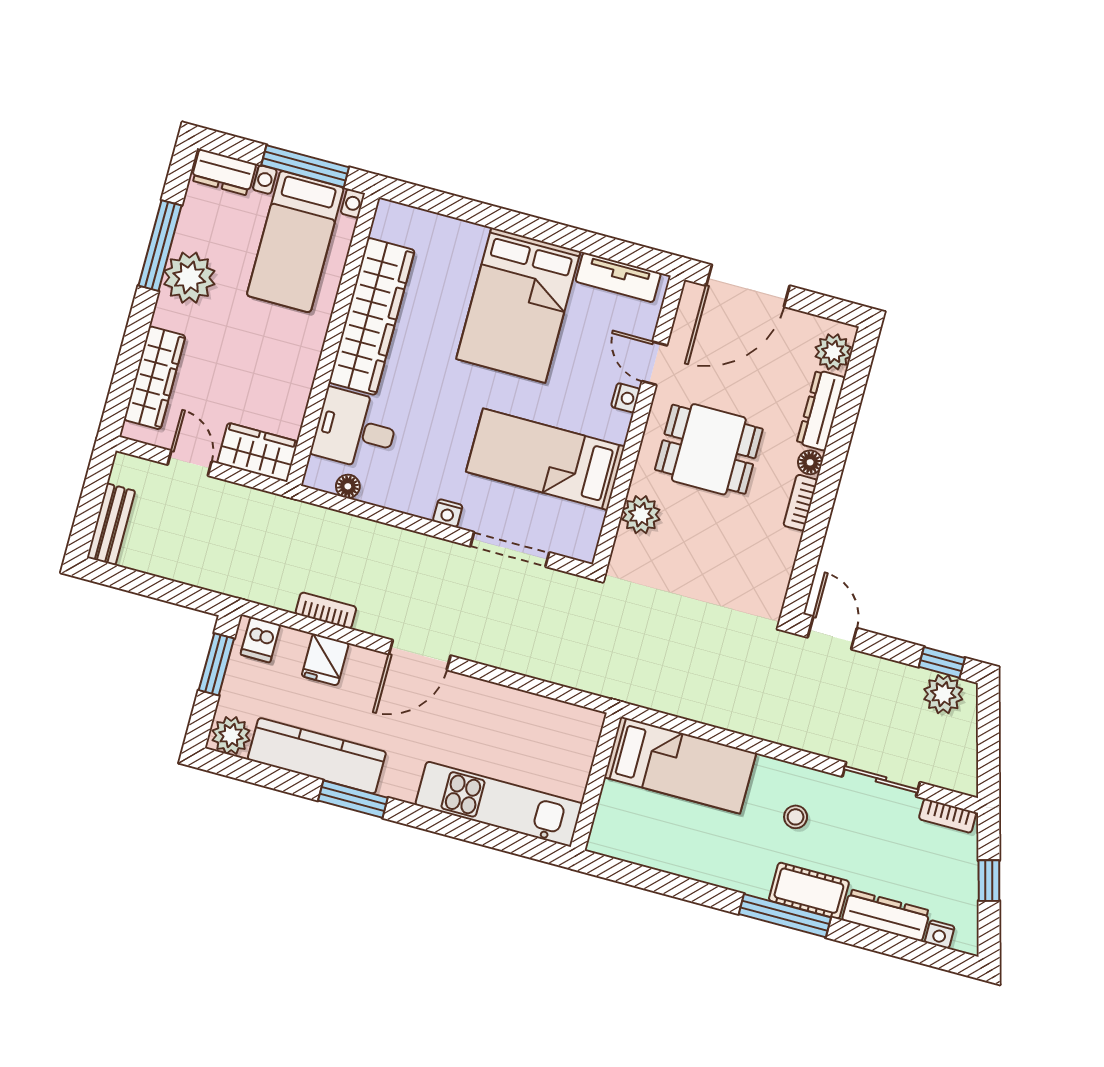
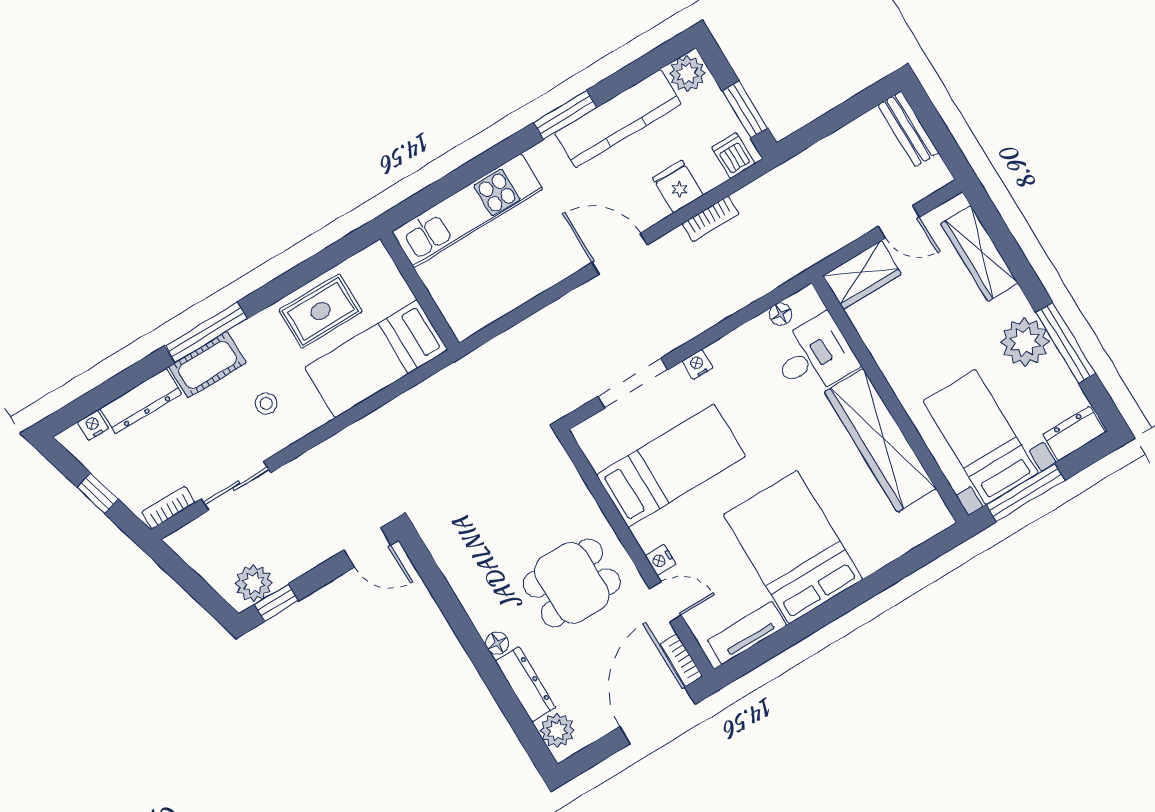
bookcase: (800, 503) -> (681, 660), moved, turned 180
plant: (641, 515) -> (571, 495), removed
door: (420, 655) -> (620, 254), hinge flipped
rug: (684, 843) -> (321, 311), added

